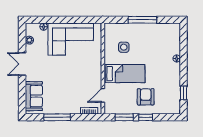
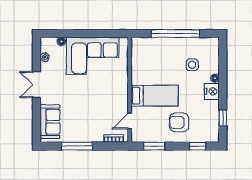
window: (142, 20) -> (175, 34), width x1.46
side table: (124, 47) -> (192, 65), moved
nightstand: (174, 70) -> (212, 91), added
armchair: (146, 97) -> (179, 122), turned -90
window: (146, 117) -> (198, 146), moved

